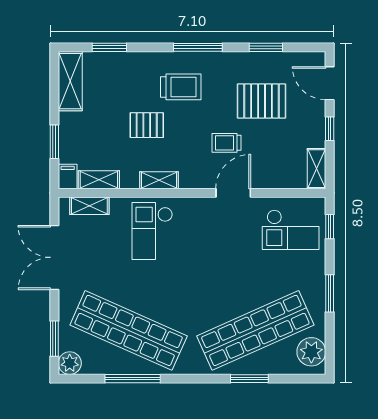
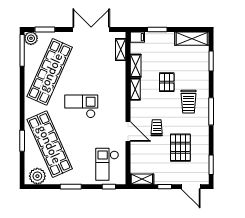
window: (266, 47) -> (211, 165), moved
door: (330, 83) -> (191, 187), swing flipped
shelving: (99, 180) -> (136, 66), moved
checkout: (152, 231) -> (81, 106), moved
window: (133, 379) -> (22, 50), moved

